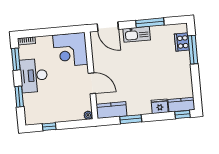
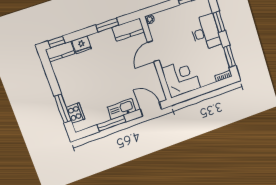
desk: (34, 75) -> (206, 32), moved
door: (92, 83) -> (153, 51), hinge flipped

